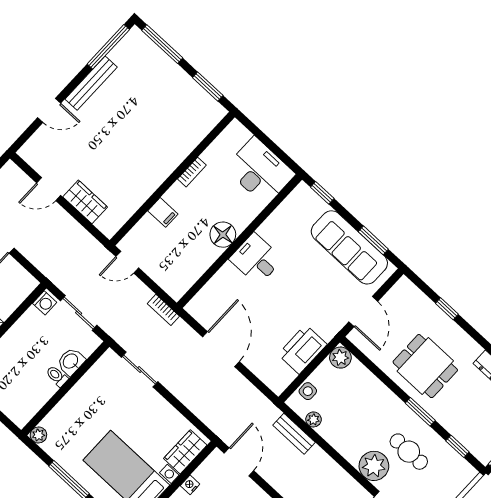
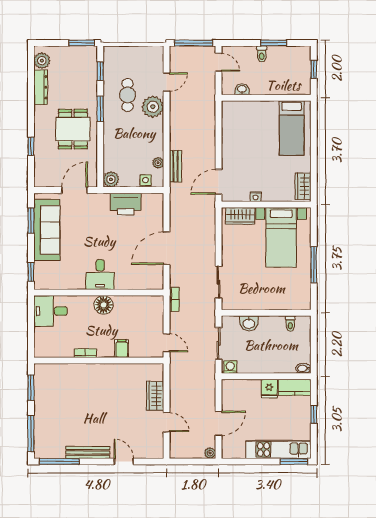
desk: (260, 171) -> (50, 311), width x0.73
toilet: (57, 376) -> (290, 324), moved
plant: (38, 435) -> (305, 304), removed

